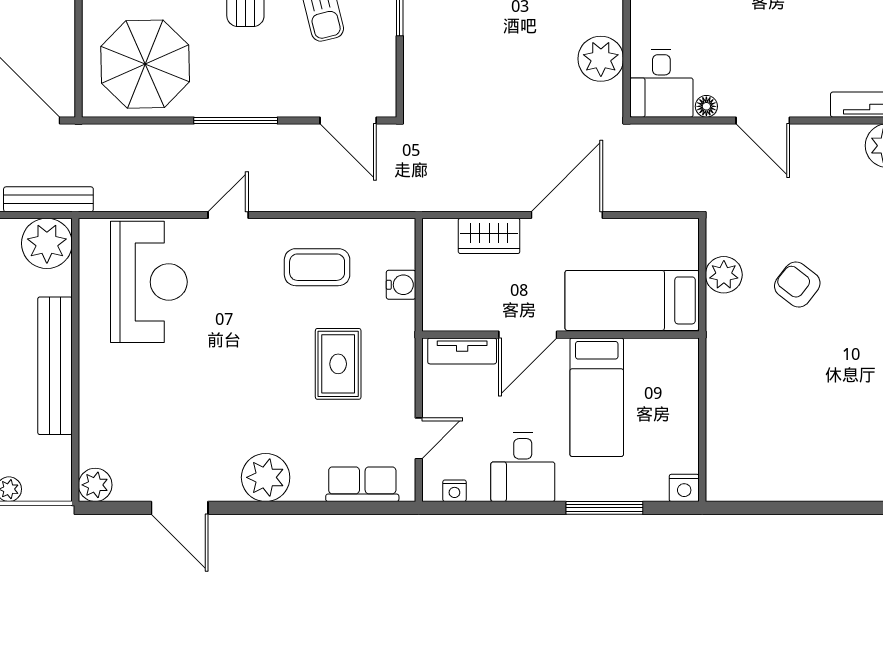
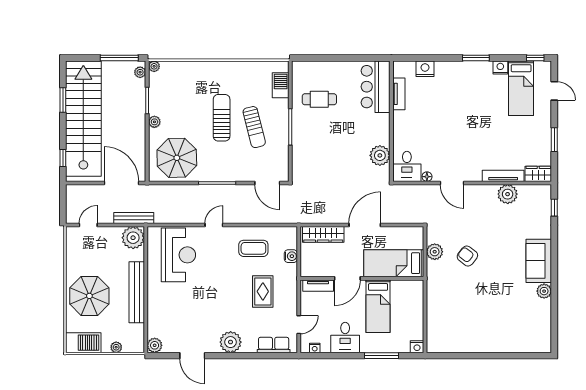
wardrobe: (489, 236) -> (323, 234), width x1.50

